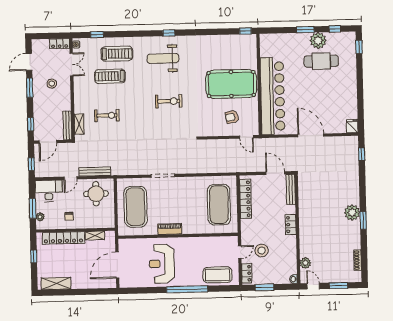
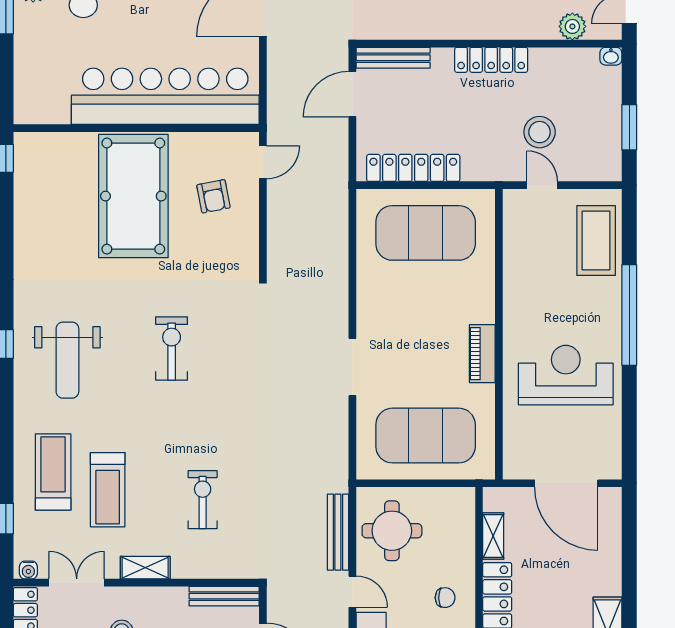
shelving: (79, 124) -> (145, 568), moved
locker: (291, 225) -> (491, 60), width x1.53
reception desk: (162, 264) -> (566, 375), turned 180
locker: (247, 273) -> (594, 169), removed

